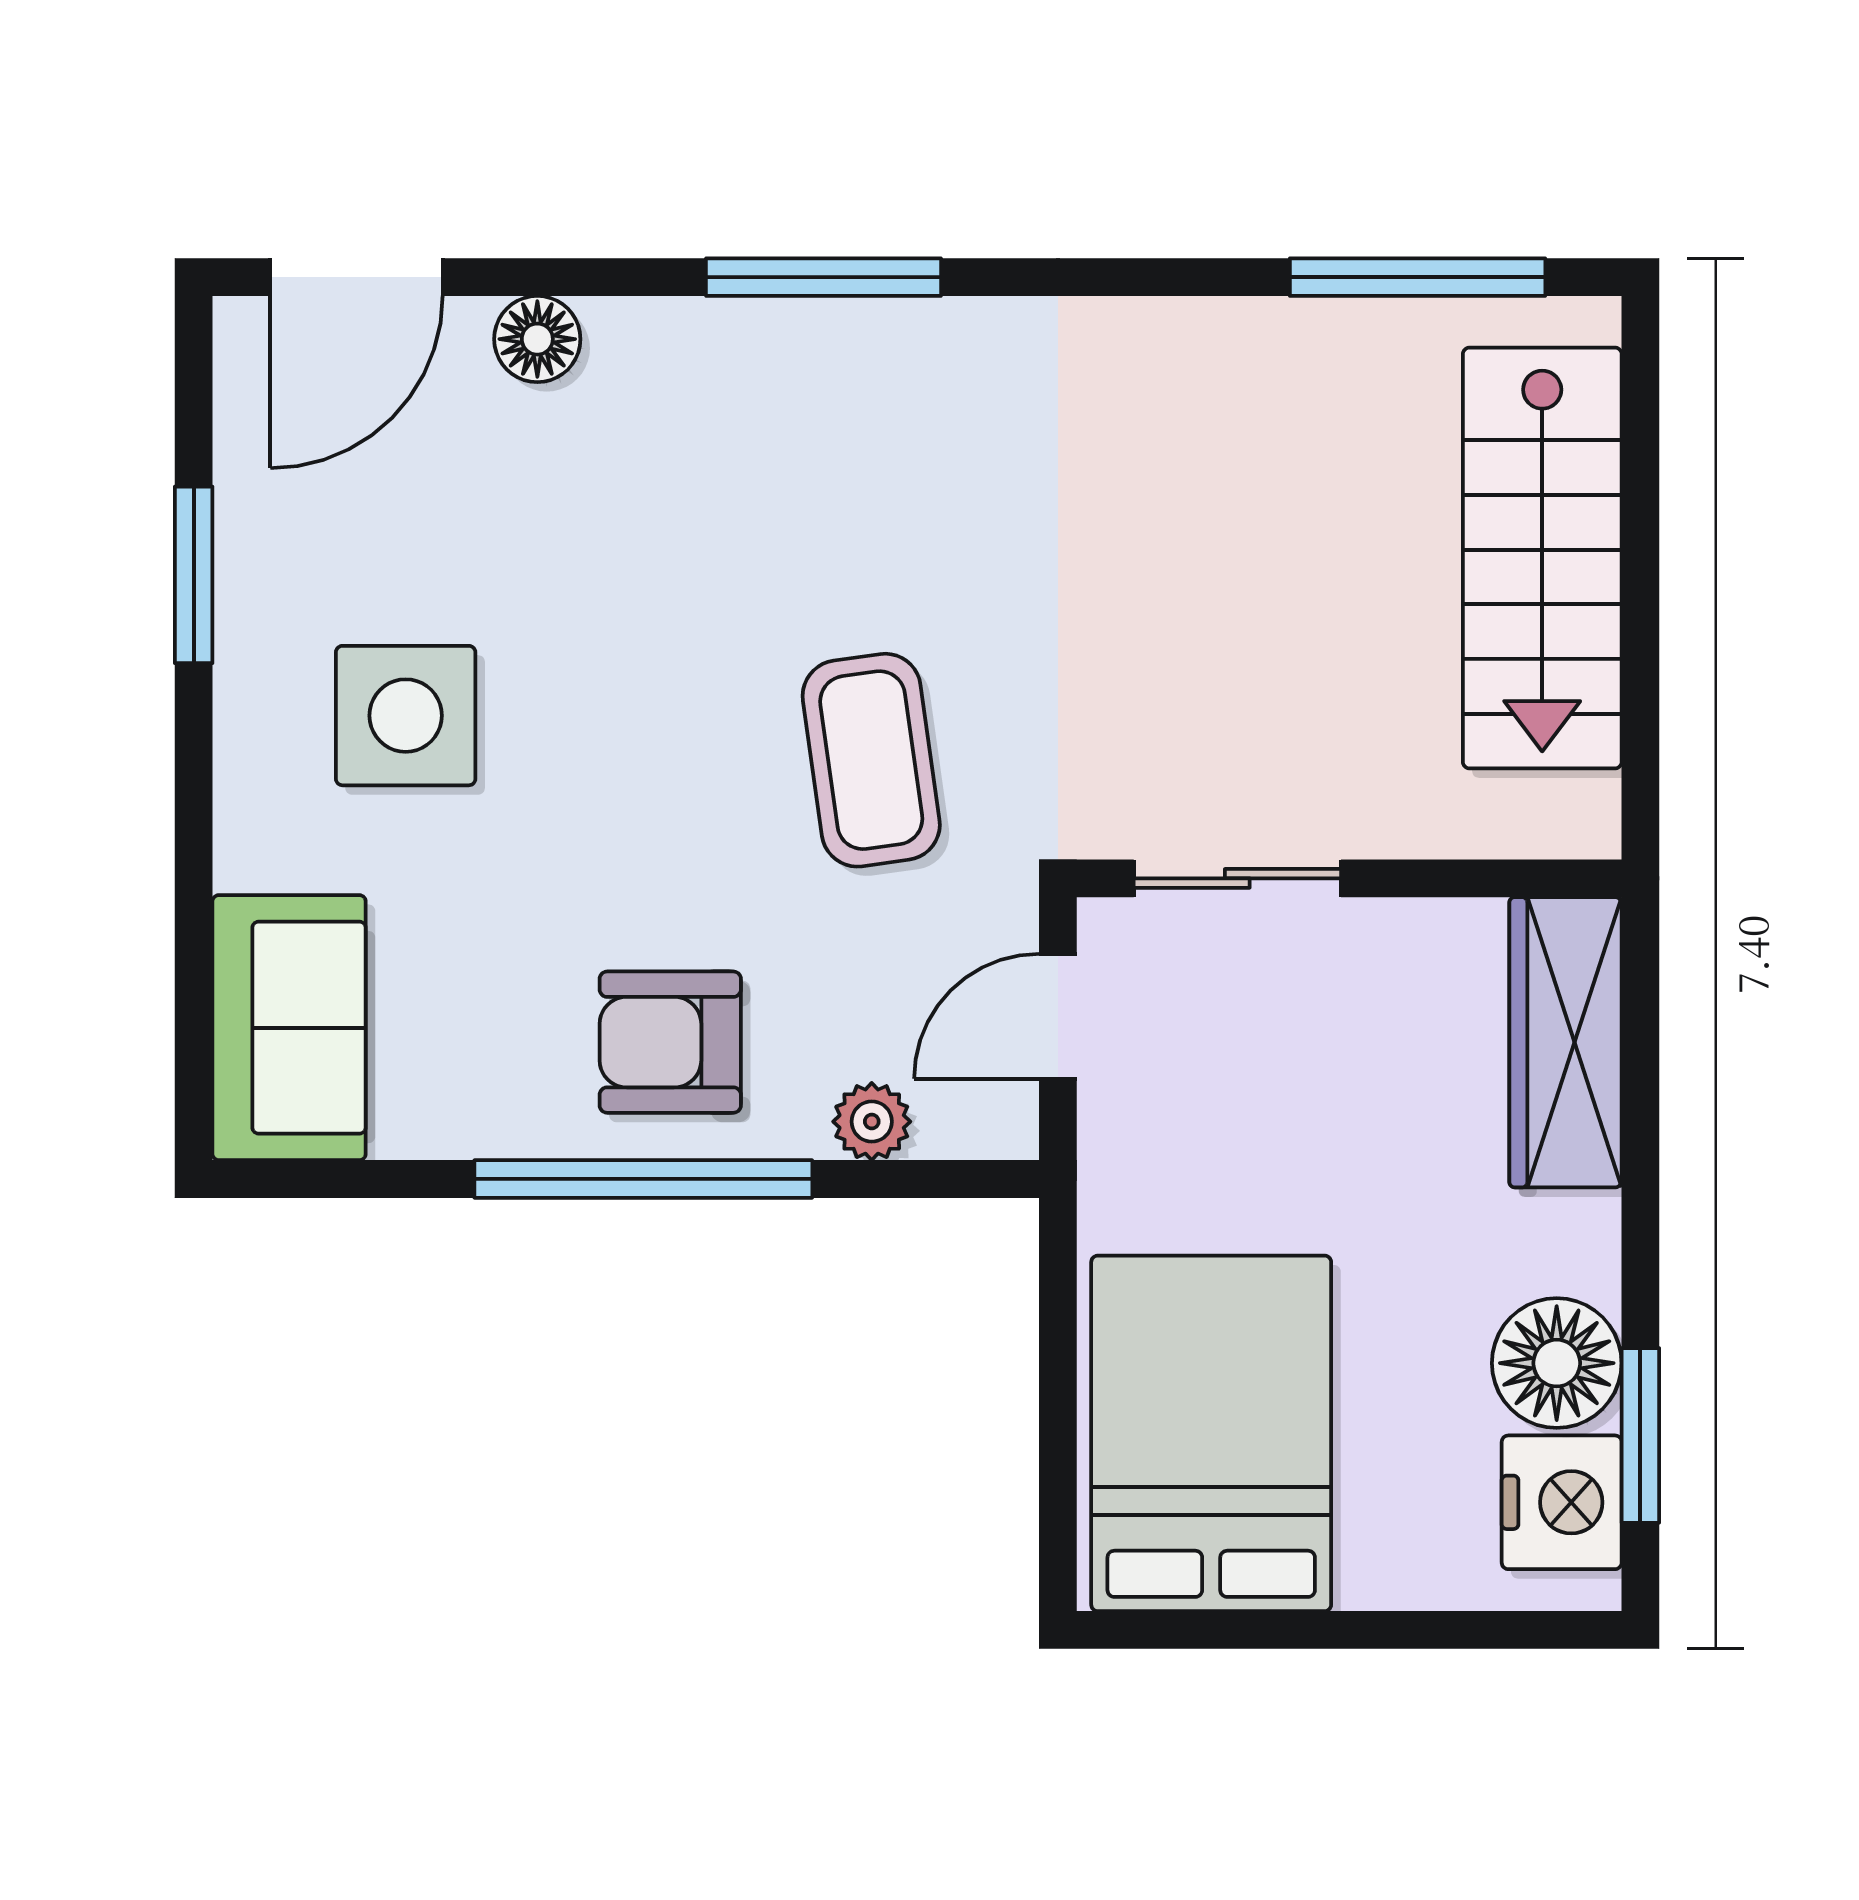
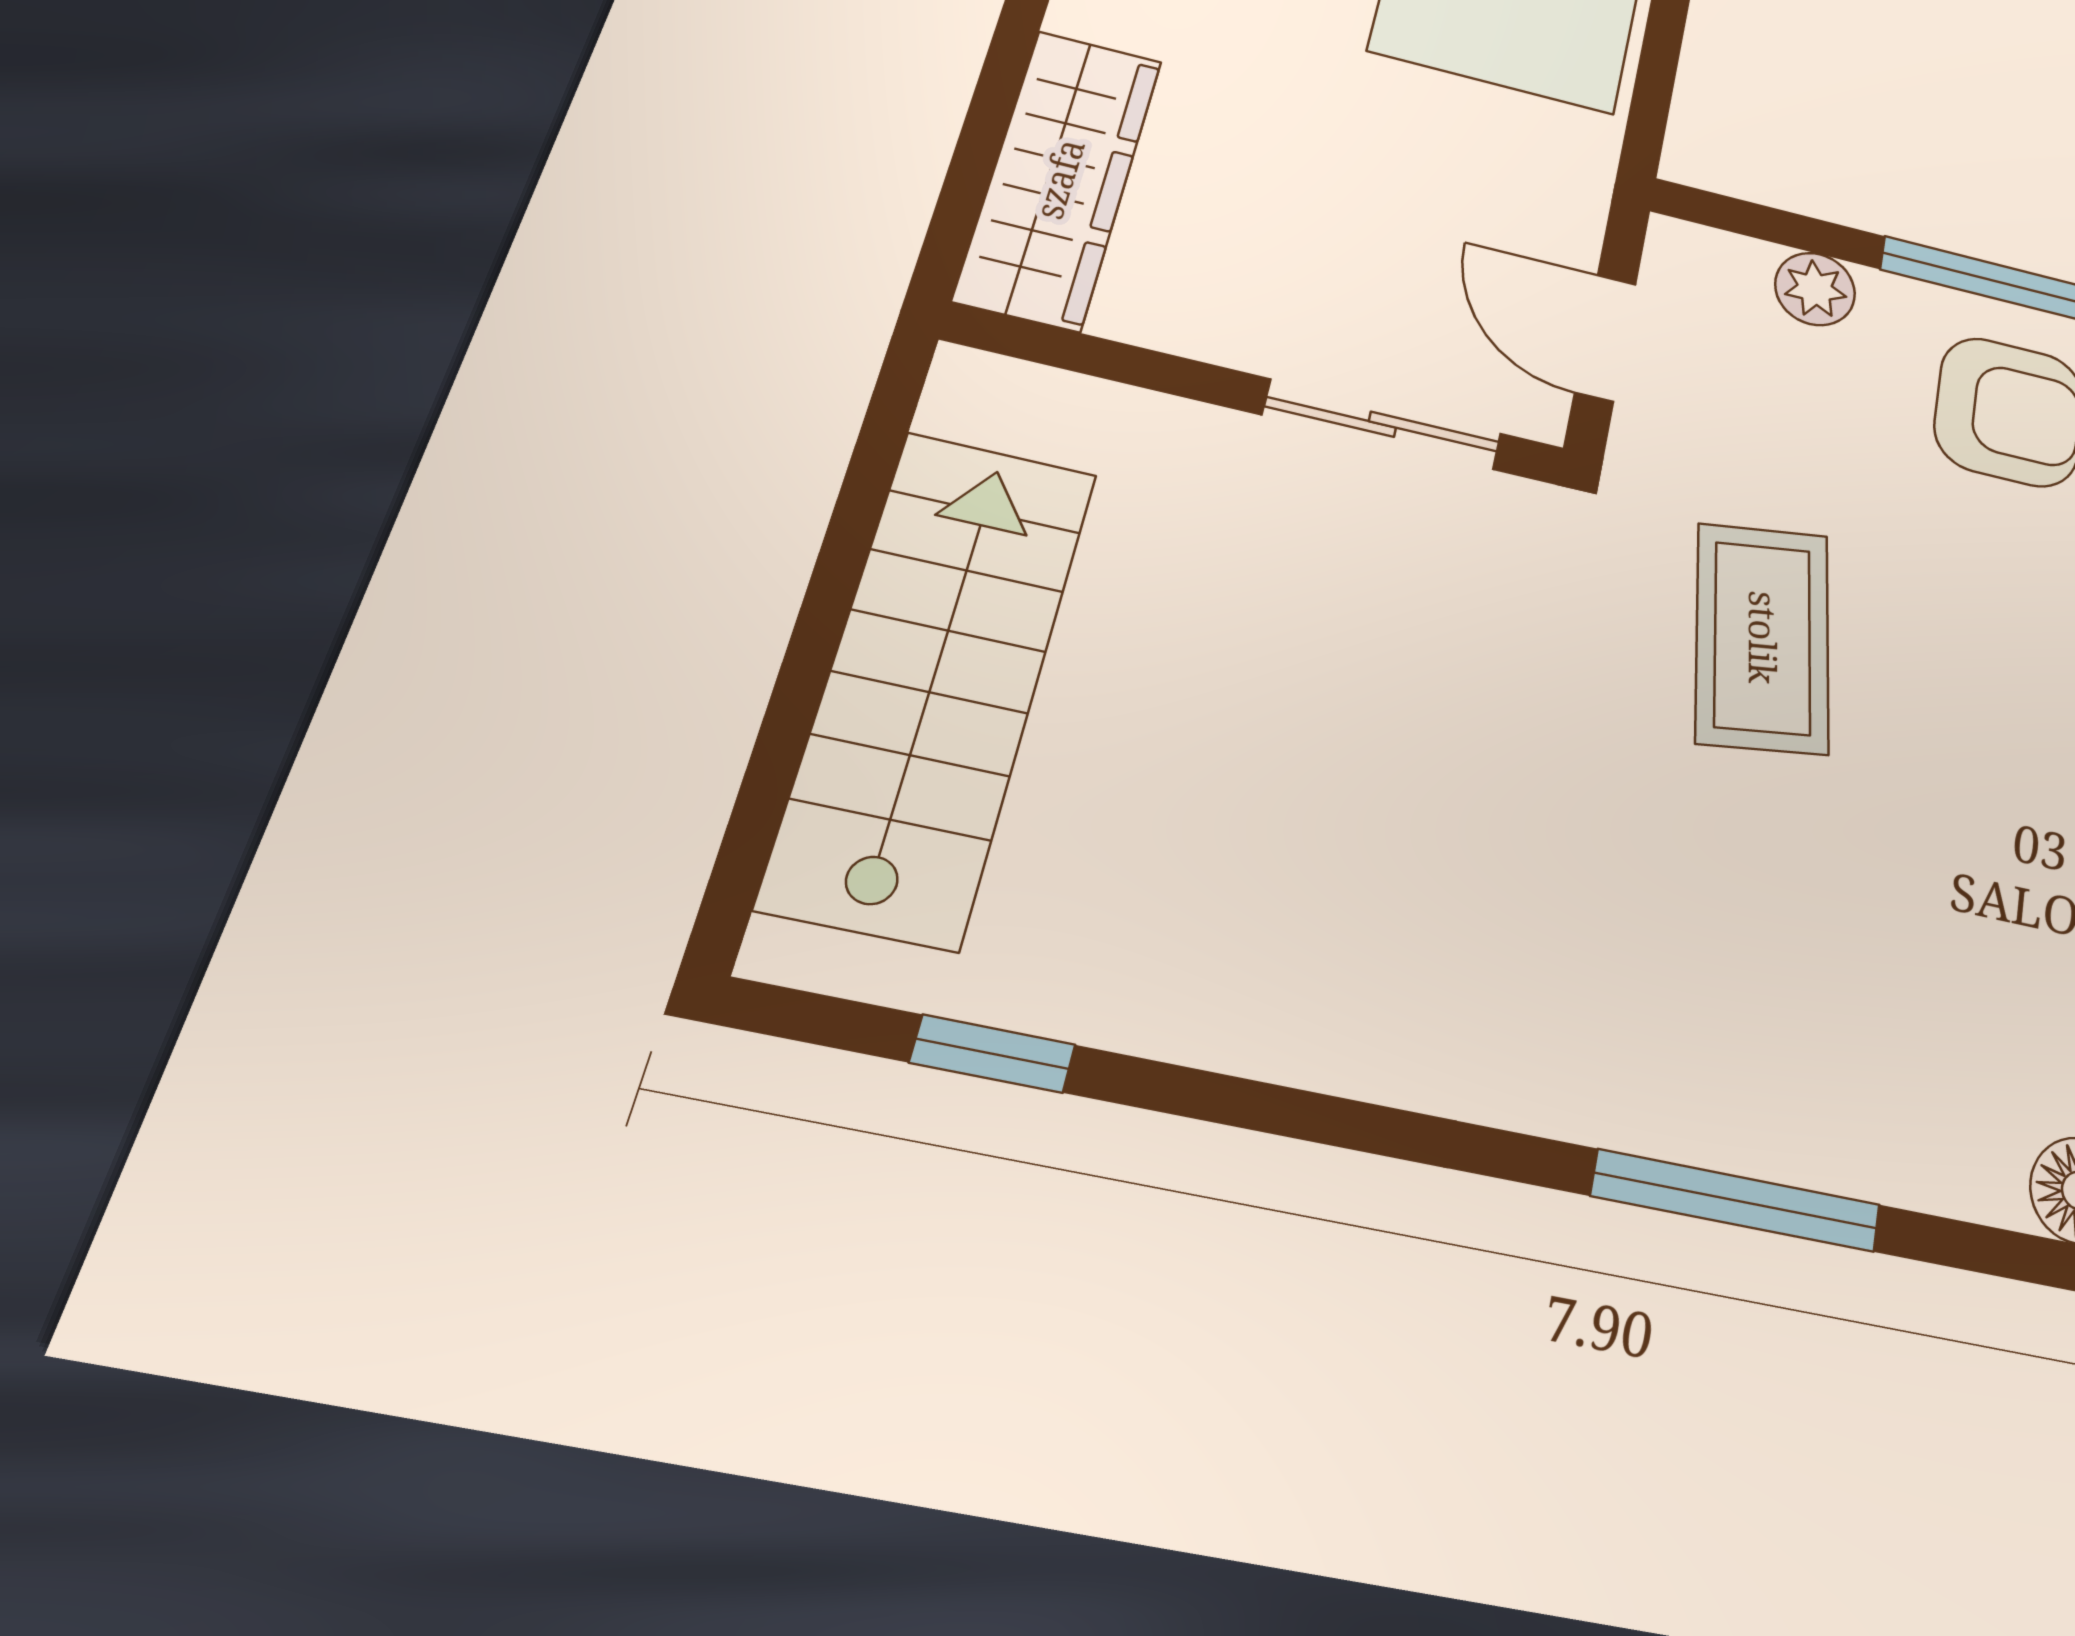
window: (1418, 277) -> (993, 1054), width x0.46
door: (1058, 1016) -> (1605, 338), swing flipped

